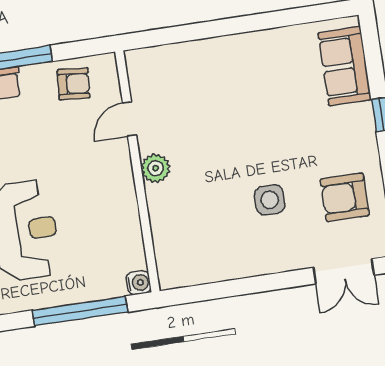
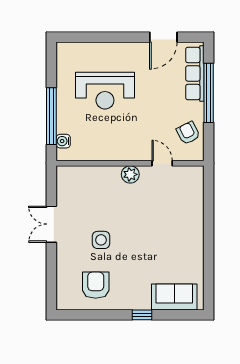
armchair: (74, 84) -> (188, 133), turned 148
double door: (344, 271) -> (51, 224), moved
water cooler: (139, 283) -> (63, 141), moved, turned 90

